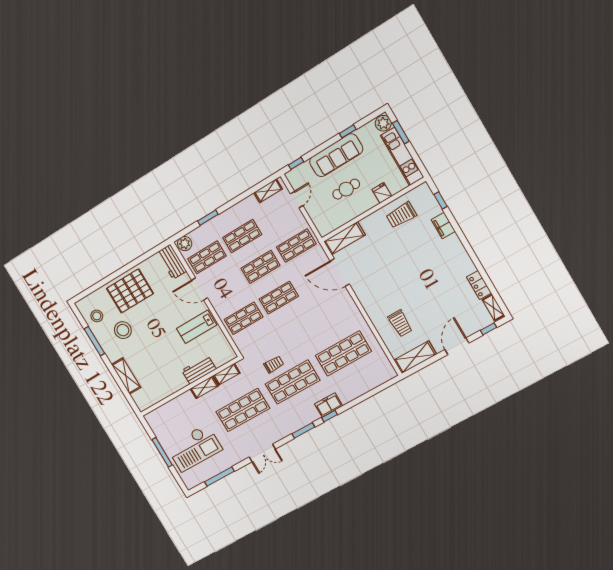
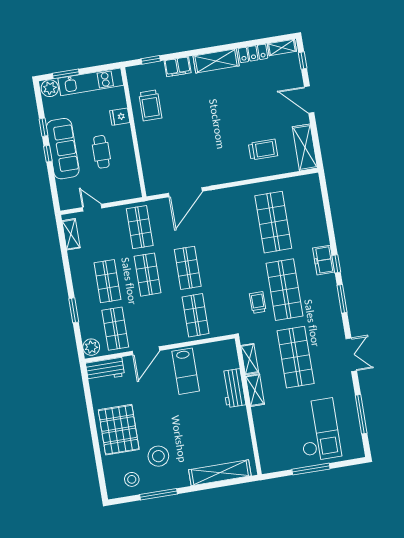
window: (296, 163) -> (48, 154), moved
shelving: (344, 238) -> (216, 61), moved, turned 90
shelving: (126, 376) -> (220, 473), width x1.47

